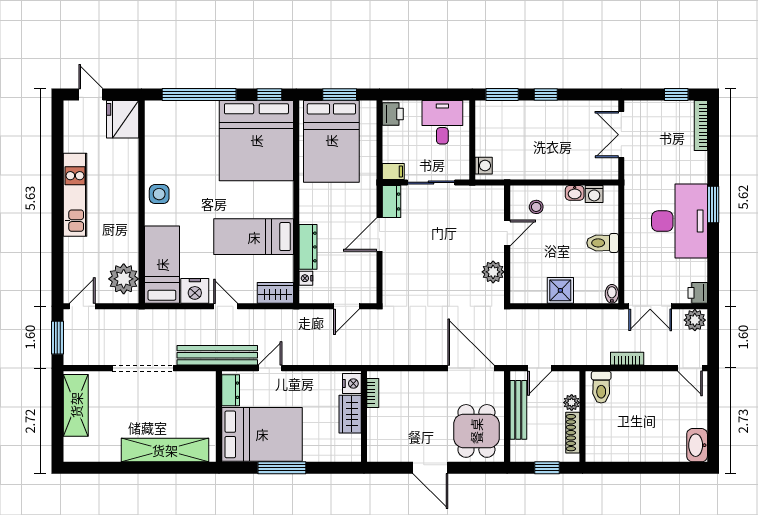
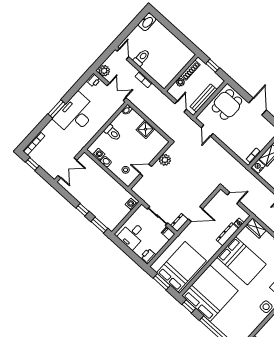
bed: (254, 237) -> (241, 261), width x1.50
door: (471, 368) -> (207, 131), width x0.53
door: (540, 368) -> (181, 107), hinge flipped
toilet: (601, 387) -> (142, 58), moved

